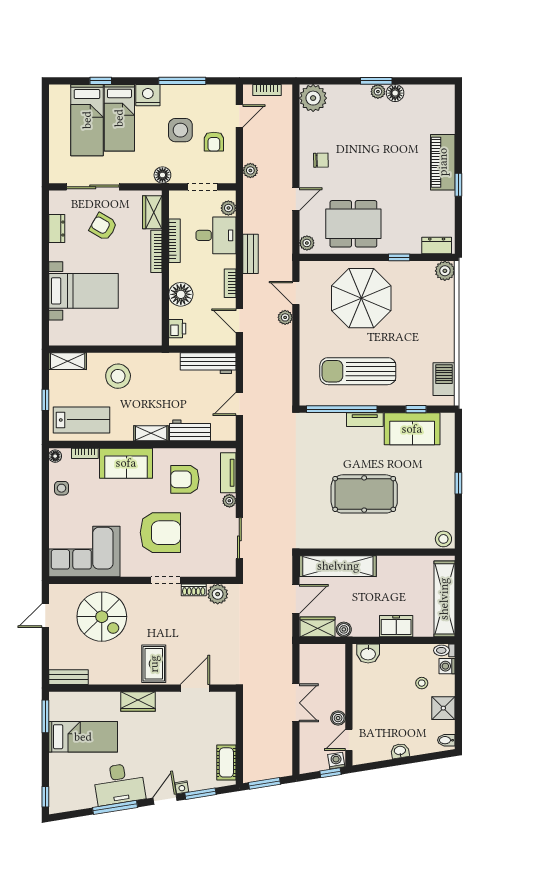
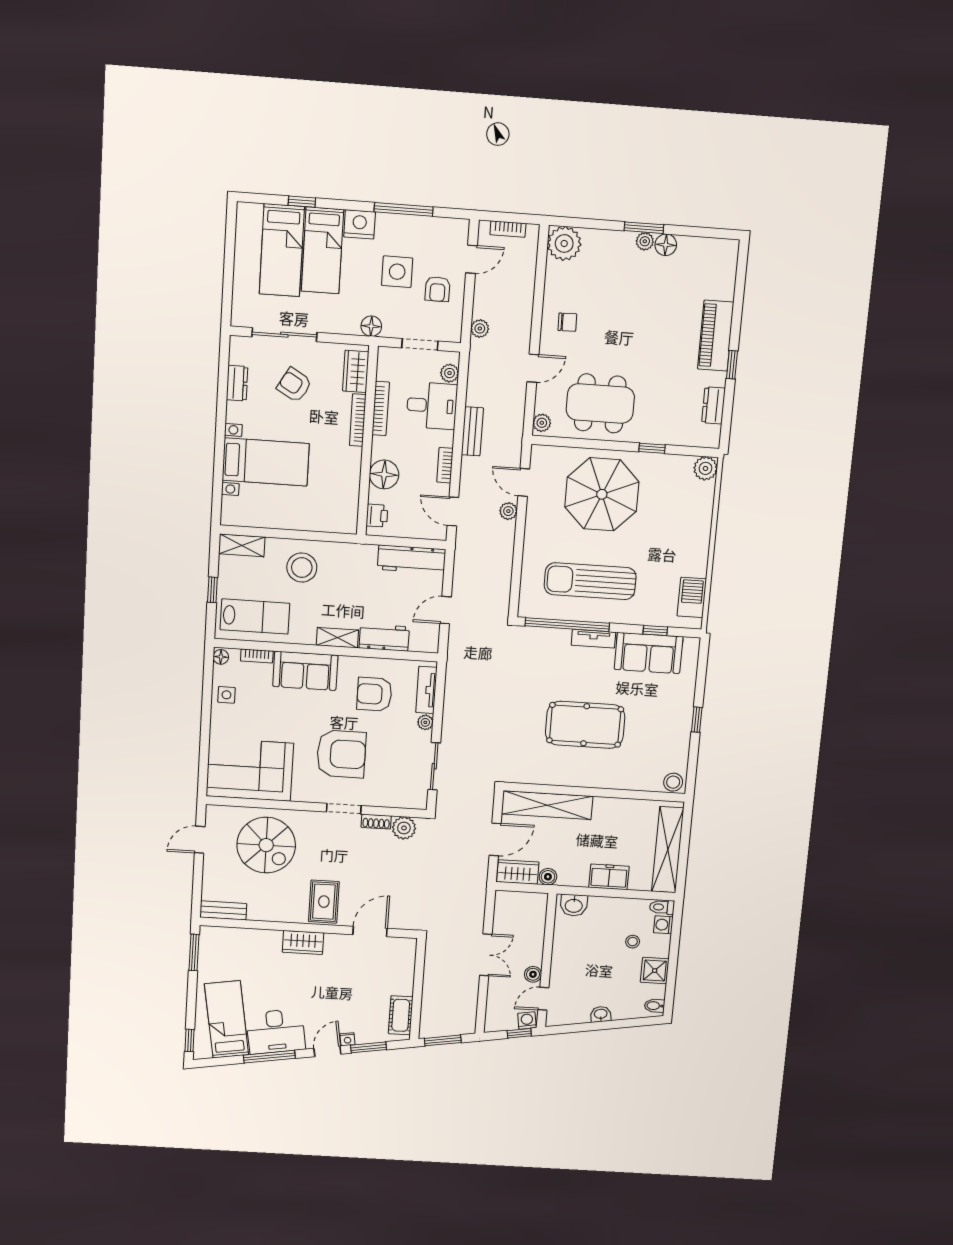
dresser: (437, 246) -> (714, 405), moved, turned -90
bed: (83, 737) -> (227, 1019), moved, turned -99

